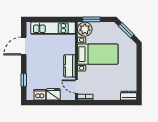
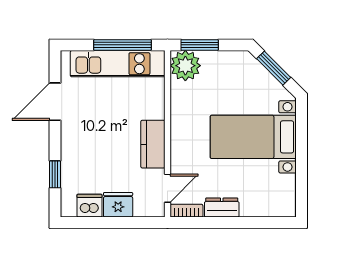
window: (55, 19) -> (122, 45), added
bed with nightstands: (98, 54) -> (253, 137), moved, turned 180
door: (76, 87) -> (167, 188), swing flipped
dresser: (129, 96) -> (222, 208), moved

